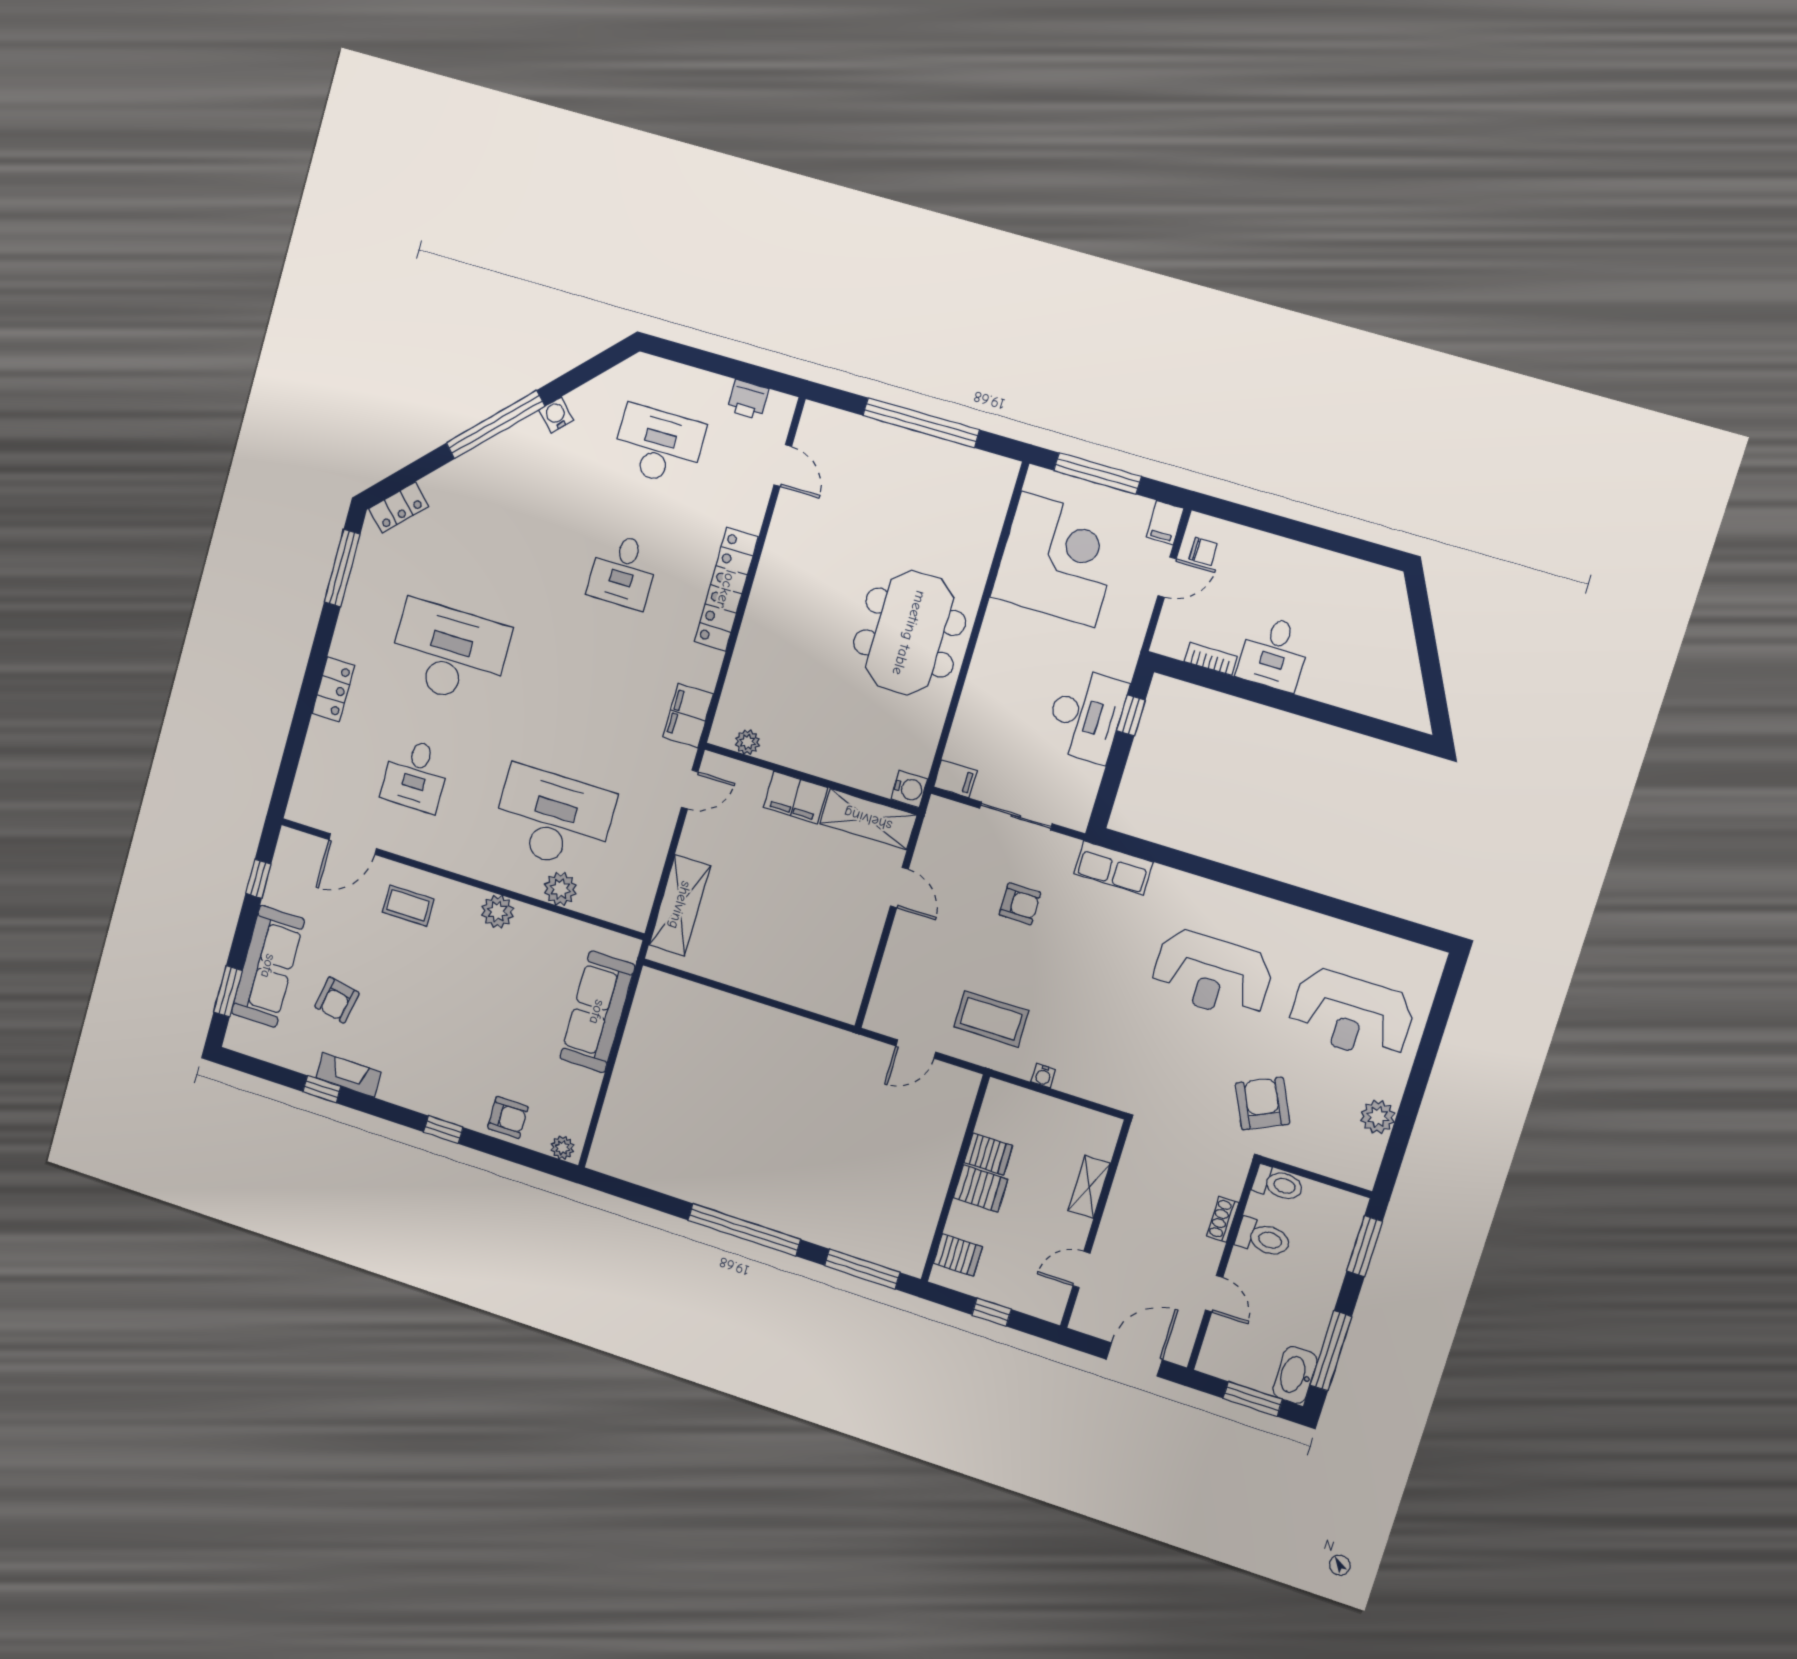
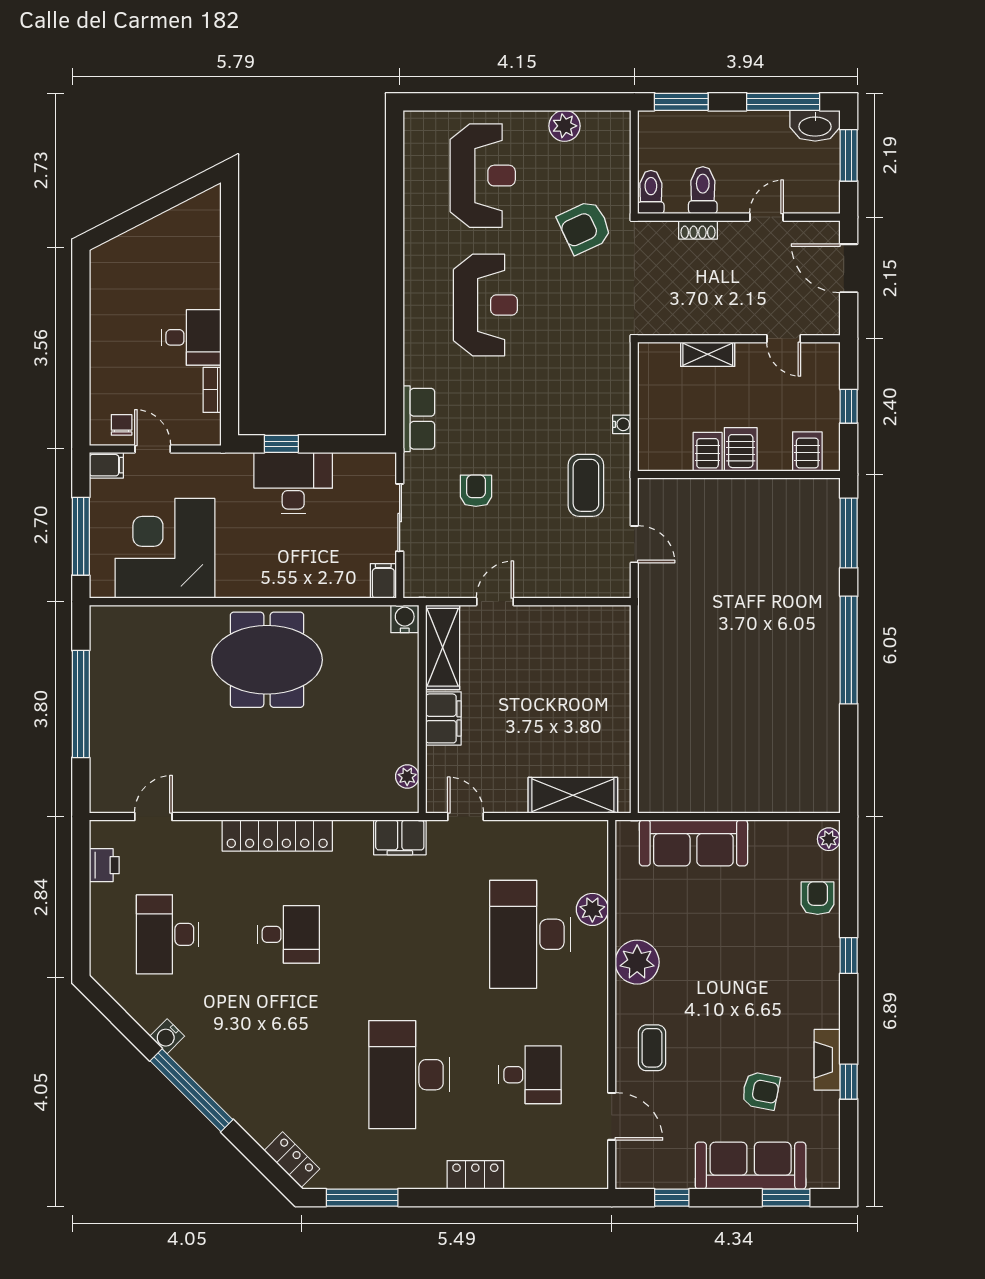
plant: (498, 912) -> (637, 962), width x1.36, depth x1.36

